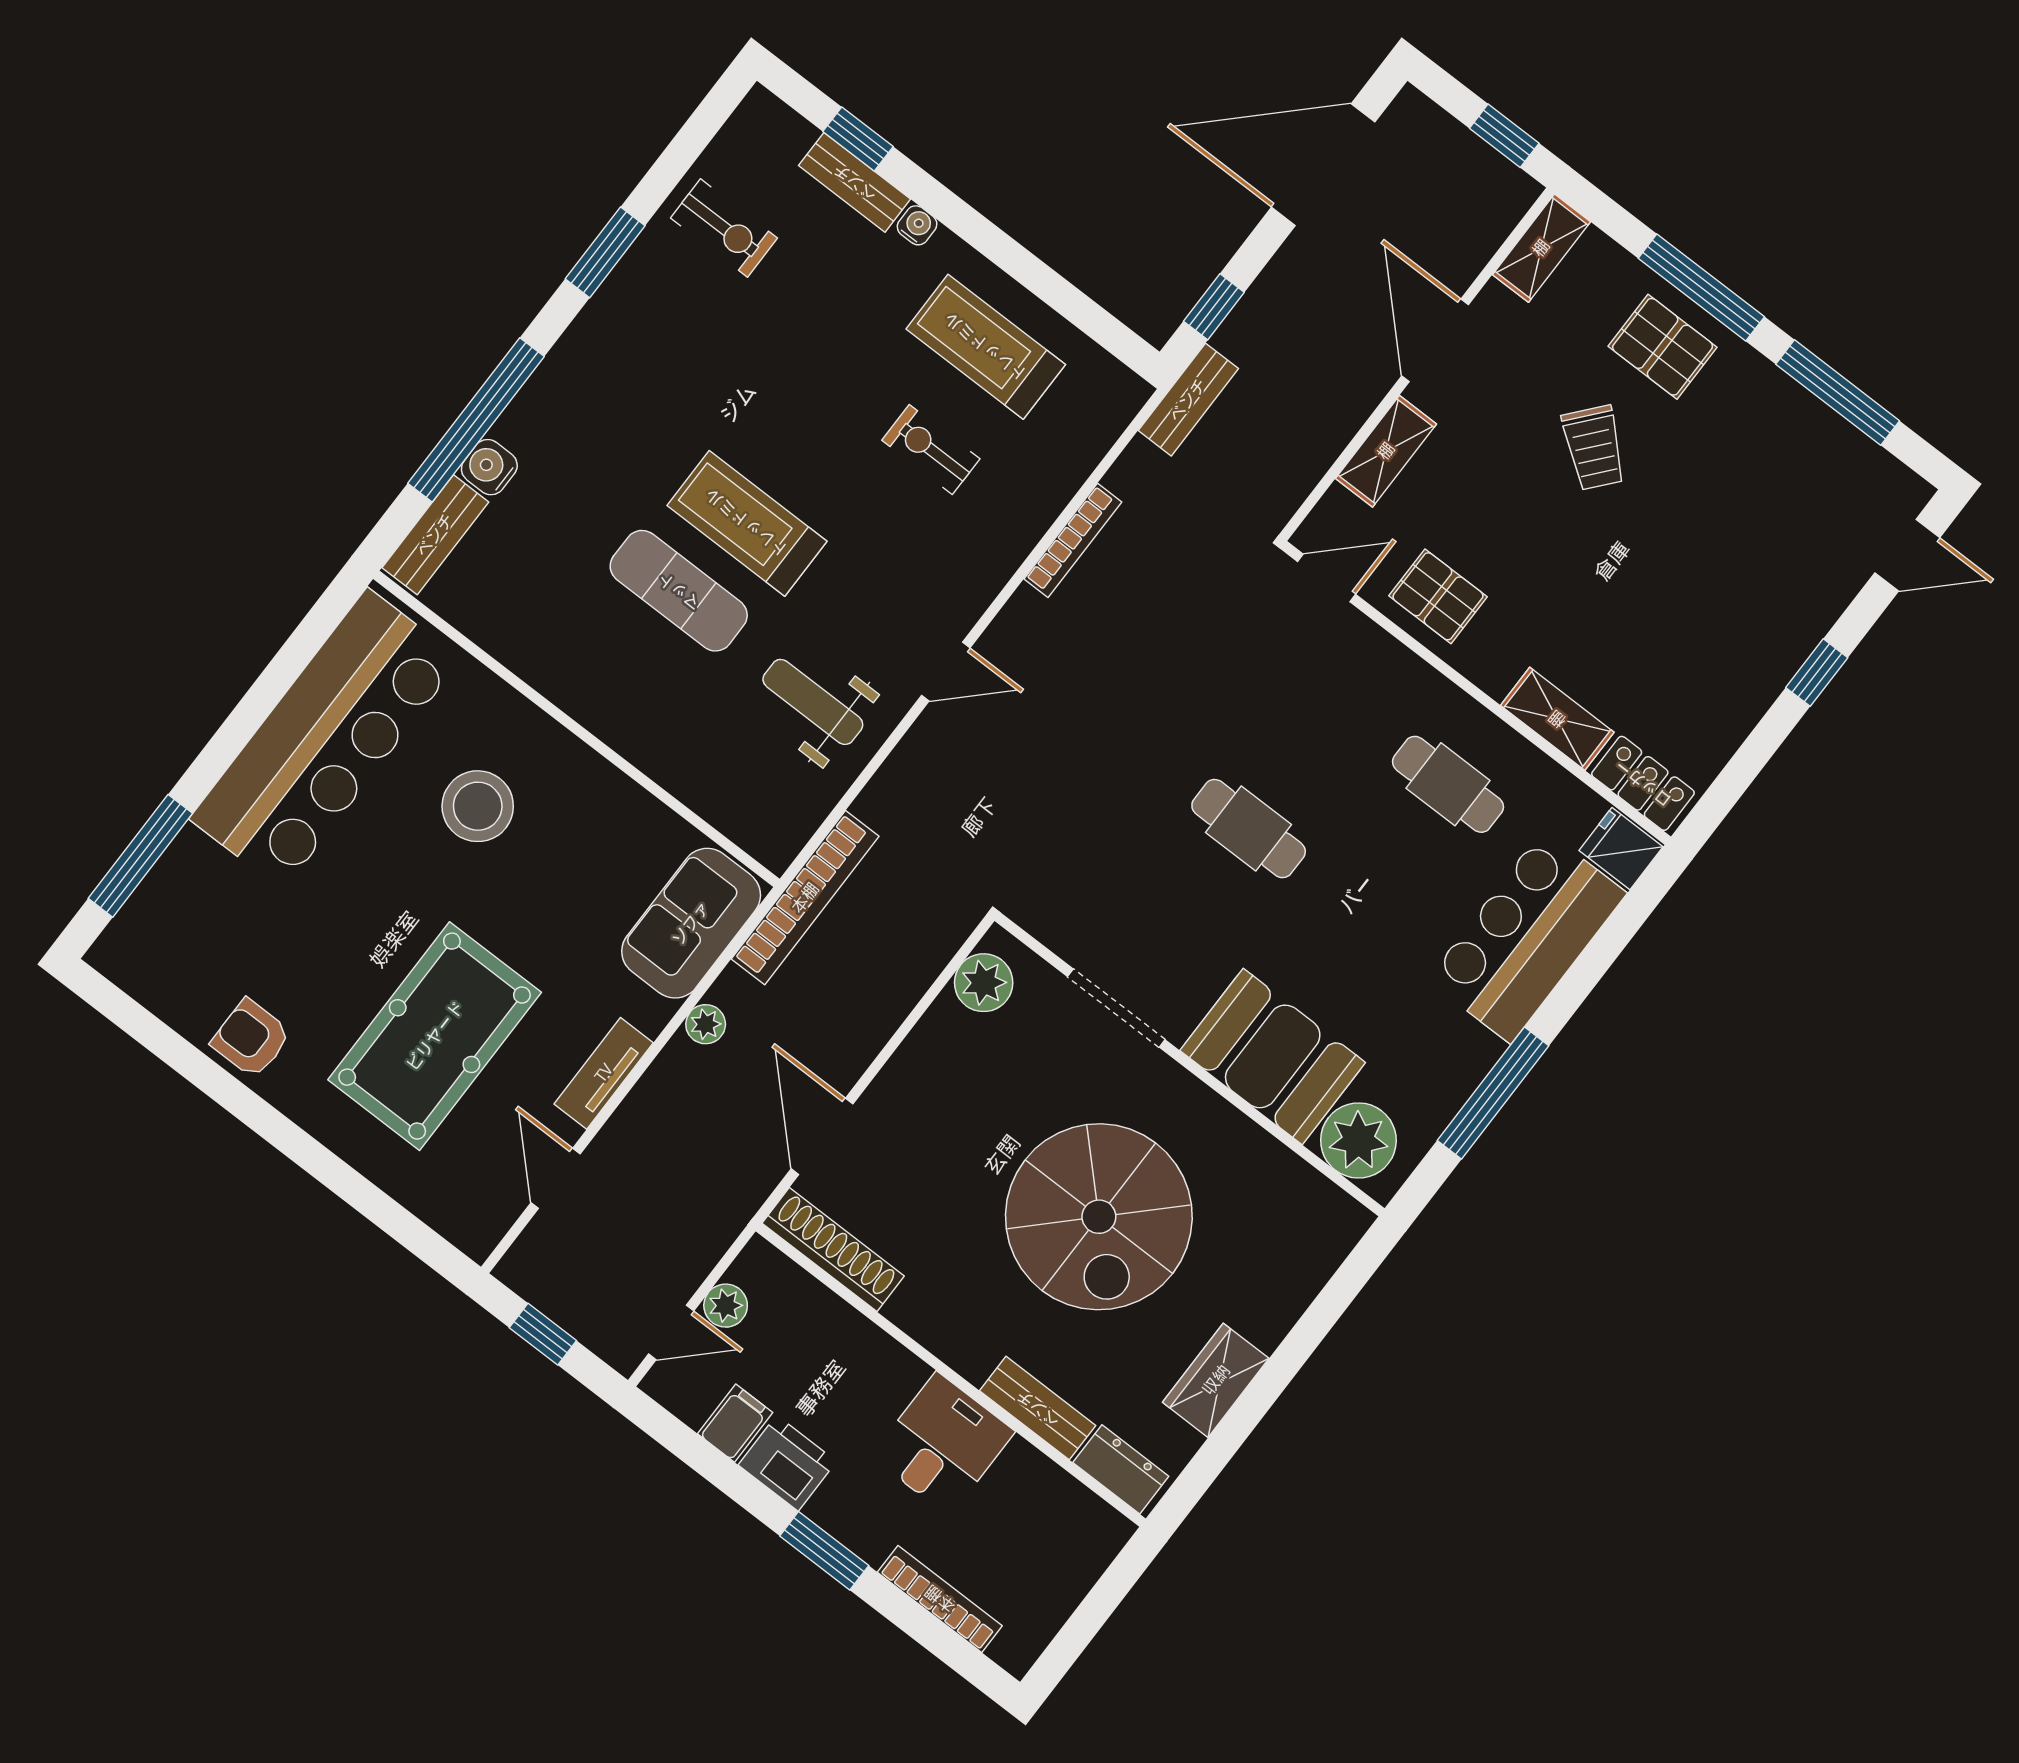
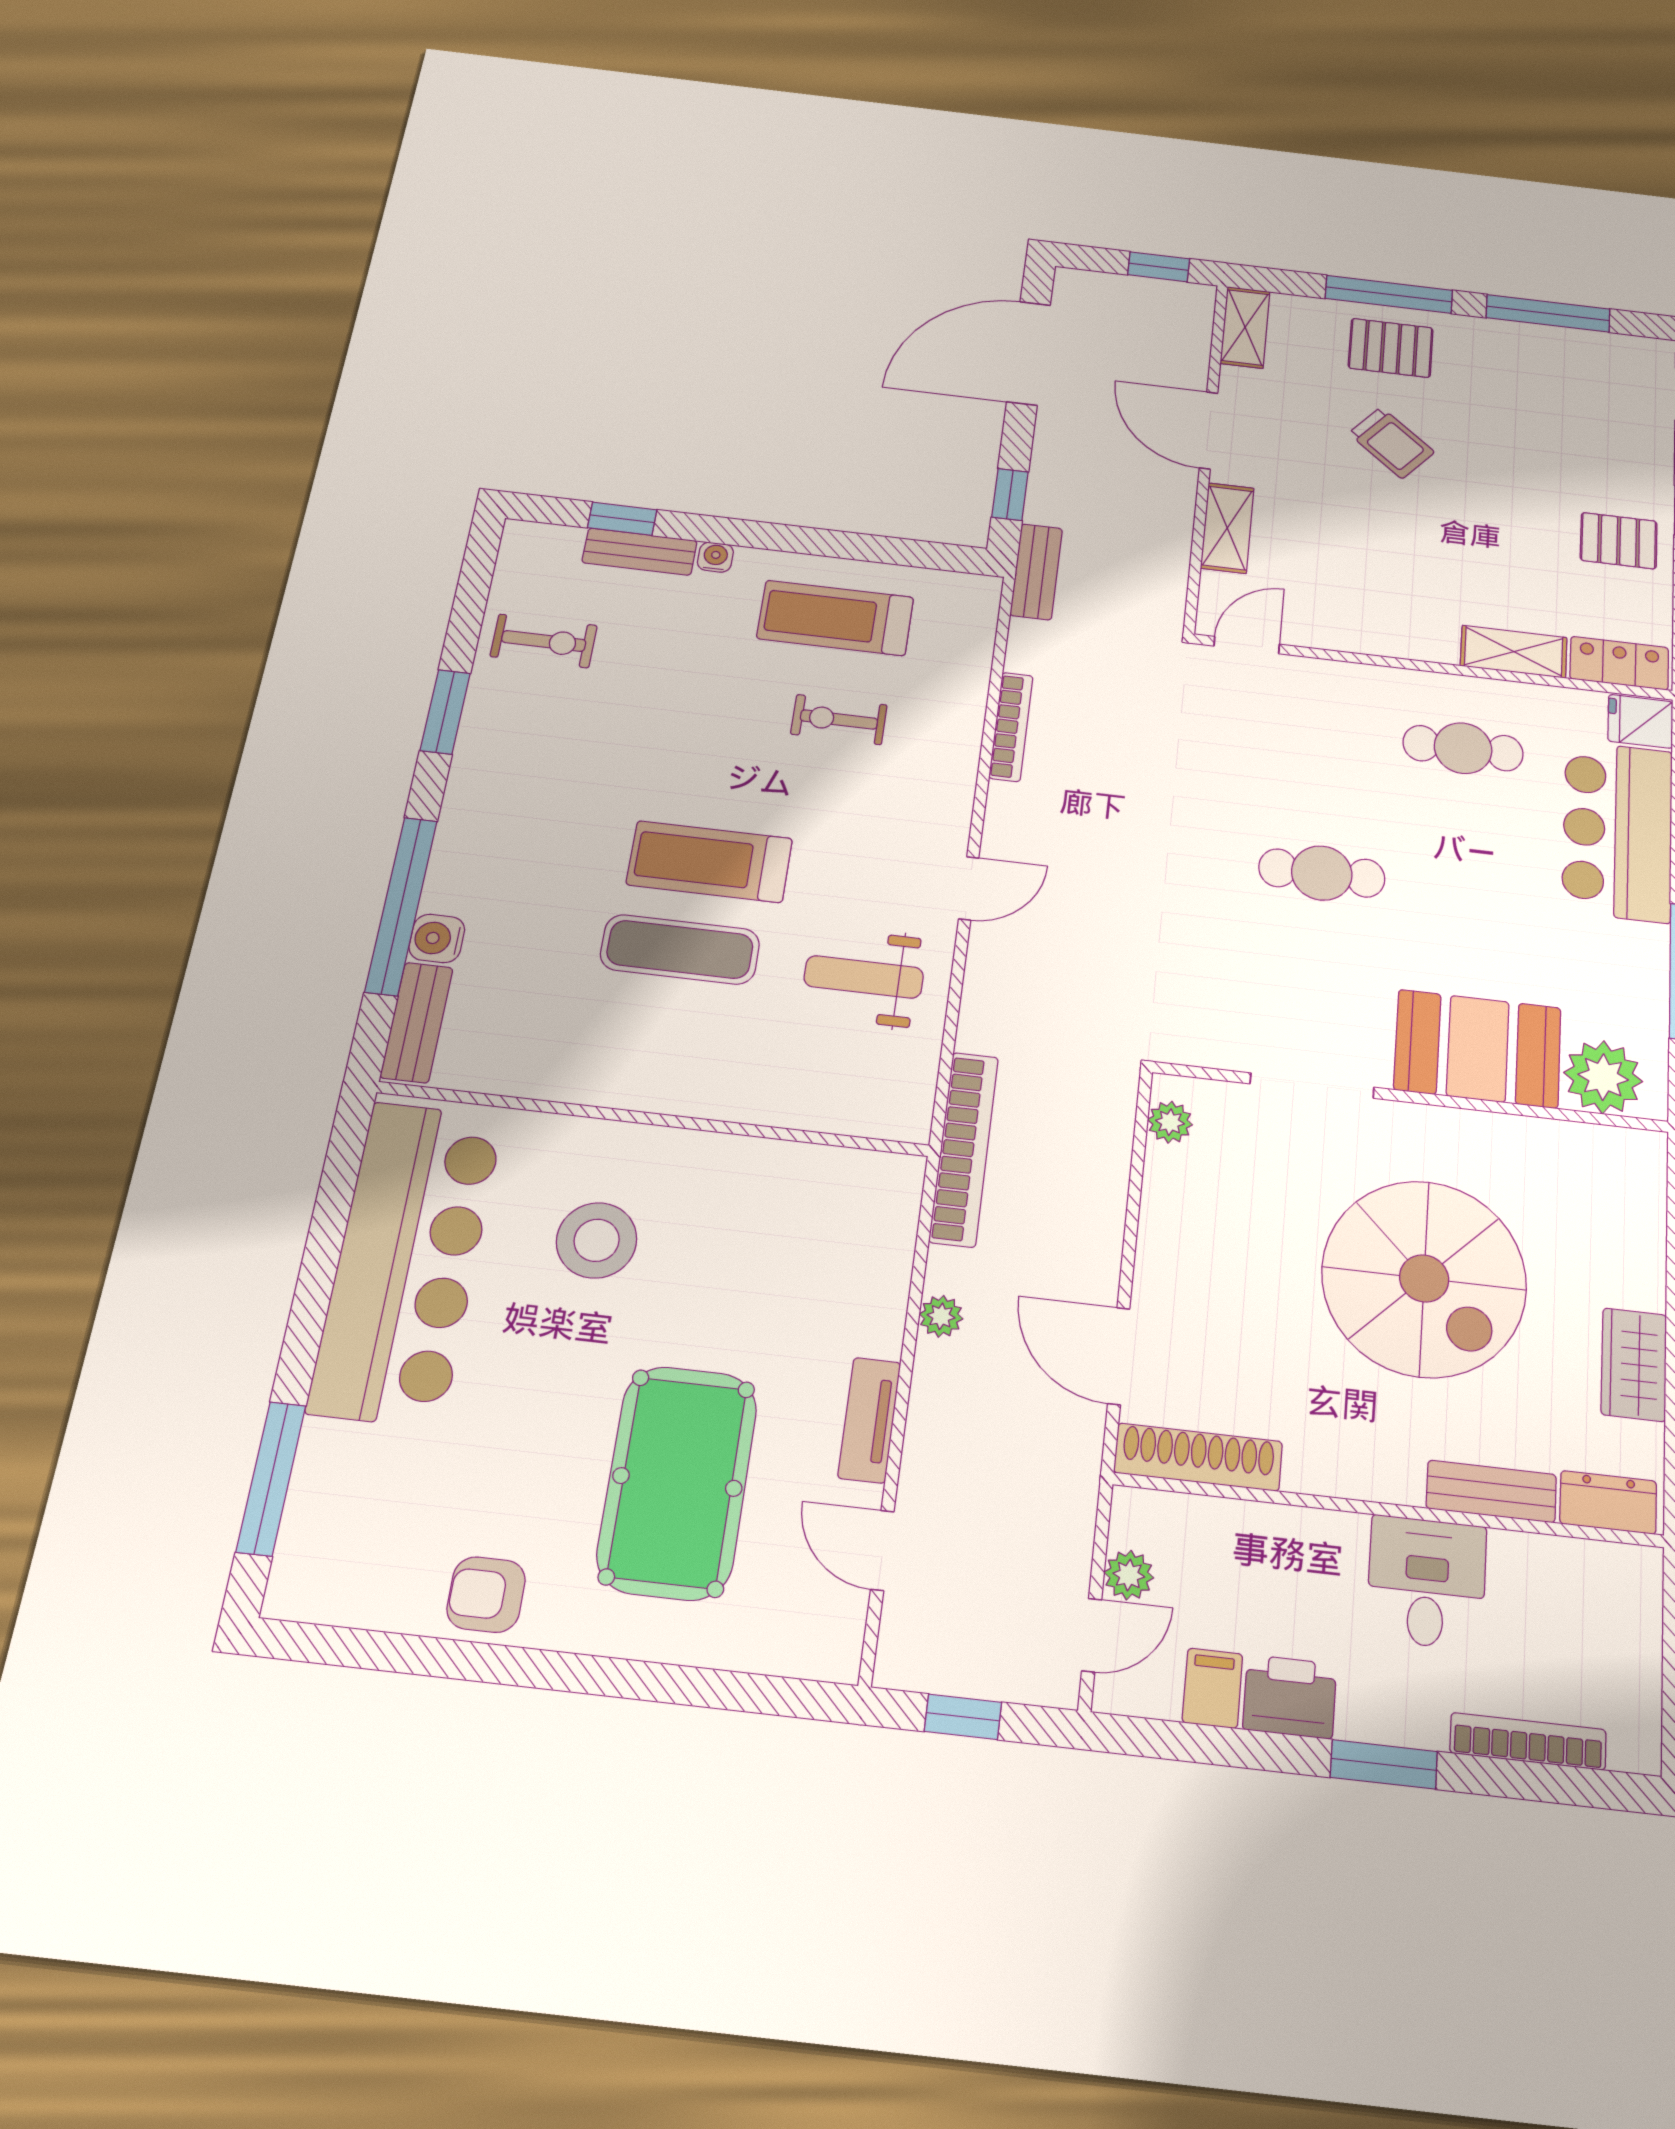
pallet: (1438, 596) -> (1619, 541), moved
sofa: (691, 923) -> (870, 1232), removed
plant: (984, 983) -> (1170, 1122), width x0.73, depth x0.73

